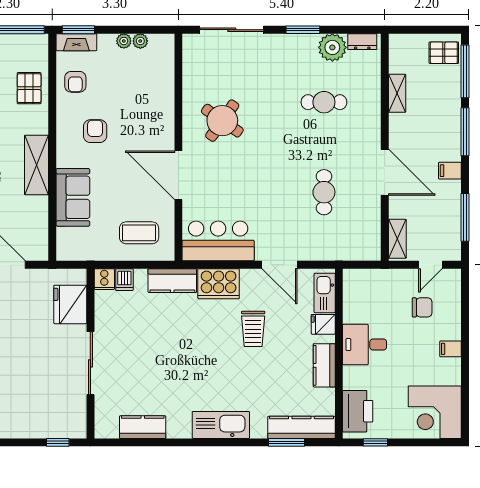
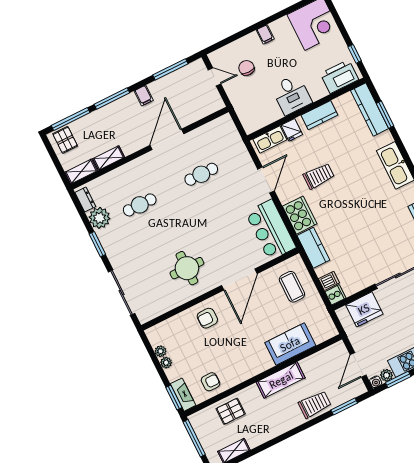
cafe table: (324, 102) -> (140, 205), turned 90
round table: (222, 121) -> (187, 268), turned -35
armchair: (95, 131) -> (207, 318), moved
shelving: (397, 239) -> (81, 172), moved

